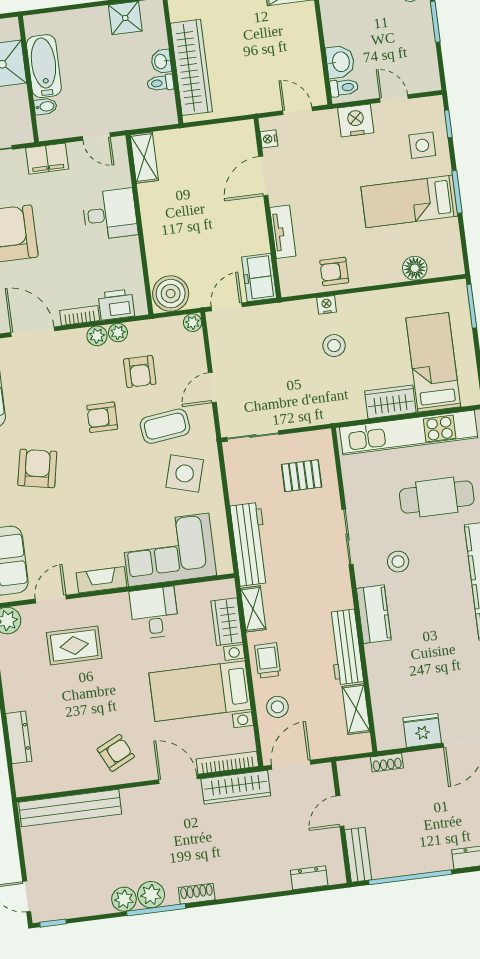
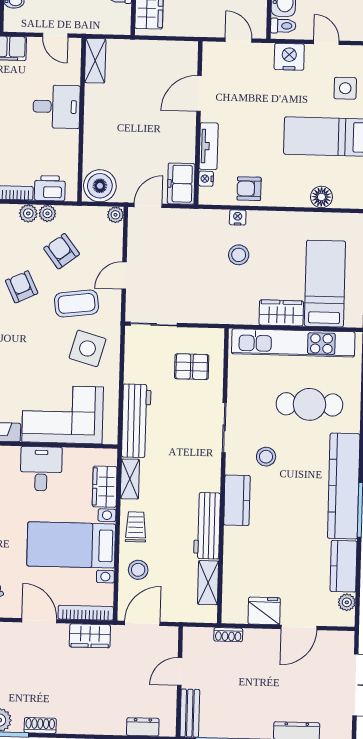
nightstand: (269, 139) -> (206, 179), moved
armchair: (140, 372) -> (62, 251), turned 143
armchair: (102, 417) -> (22, 287), turned 65
wardrobe: (236, 787) -> (90, 636), width x0.67

